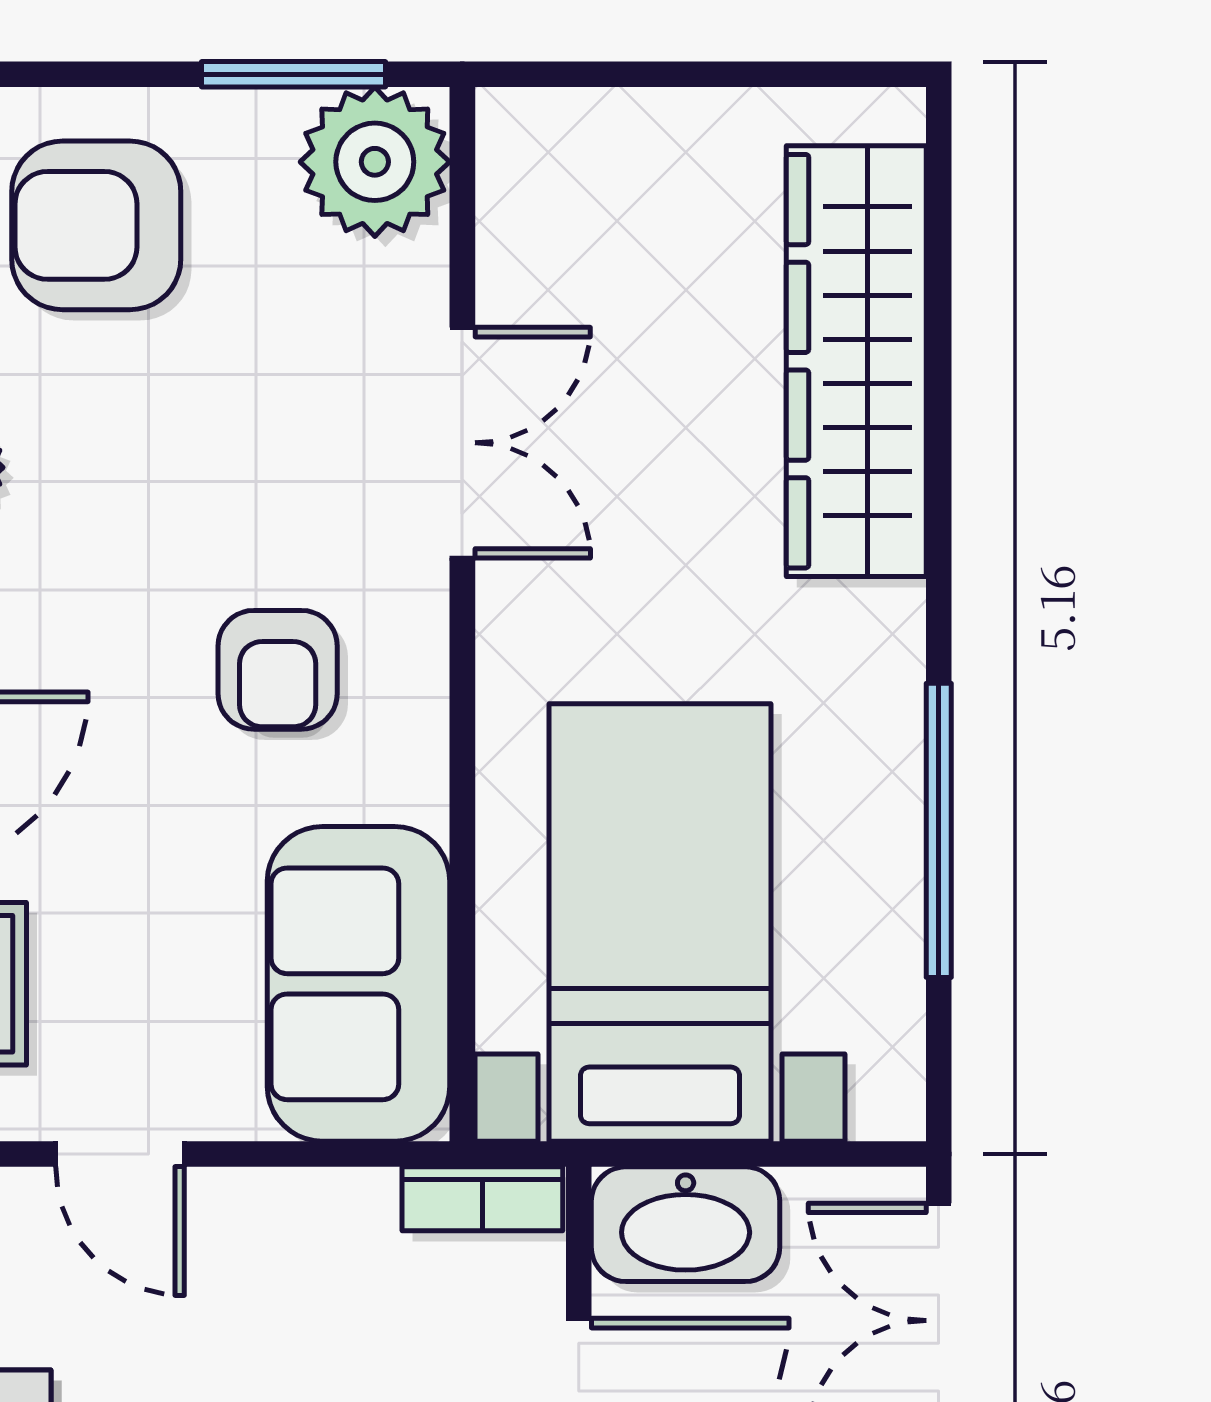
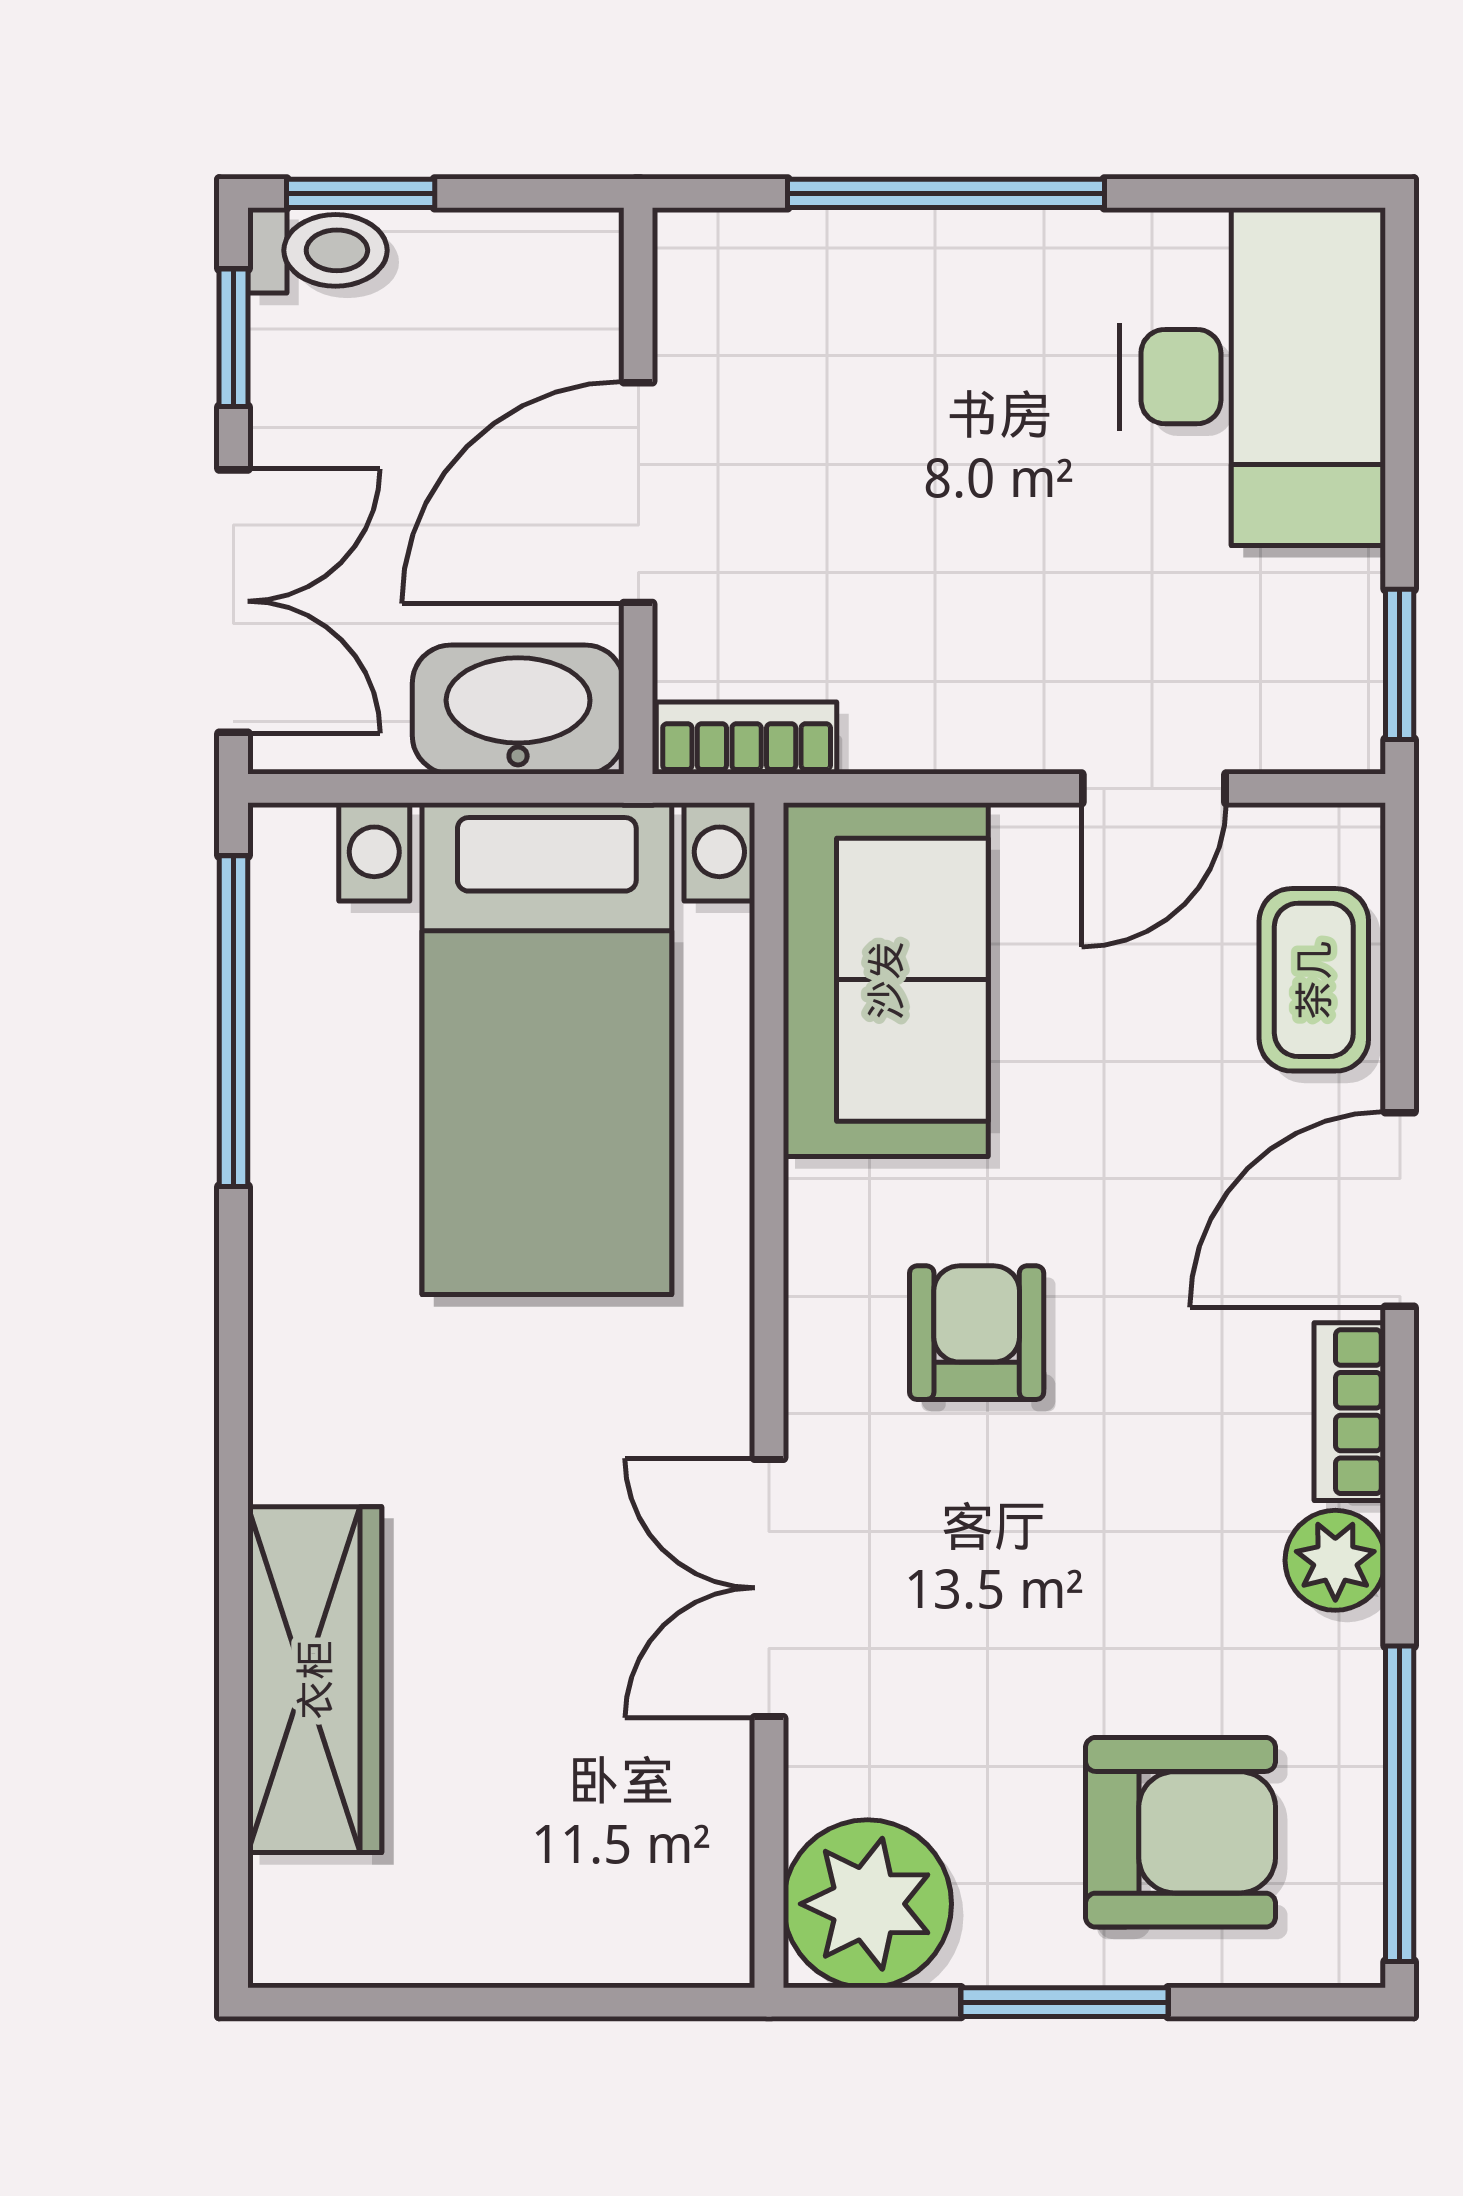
window: (294, 74) -> (1065, 2002), moved
wardrobe: (856, 361) -> (315, 1680), width x0.71, depth x0.85
window: (939, 830) -> (233, 1021), moved
door: (120, 1154) -> (1154, 788), swing flipped

